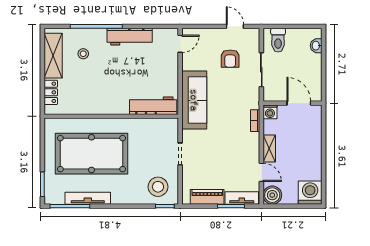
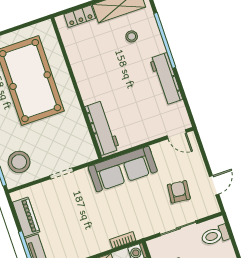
armchair: (230, 59) -> (179, 192), turned 96

